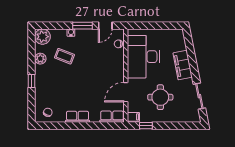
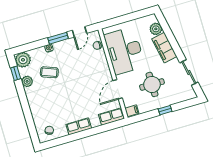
plant: (180, 44) -> (156, 29), added
window: (32, 81) -> (16, 73), moved
window: (146, 126) -> (165, 110), moved

